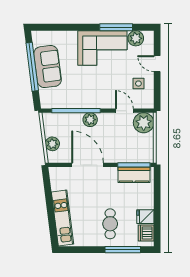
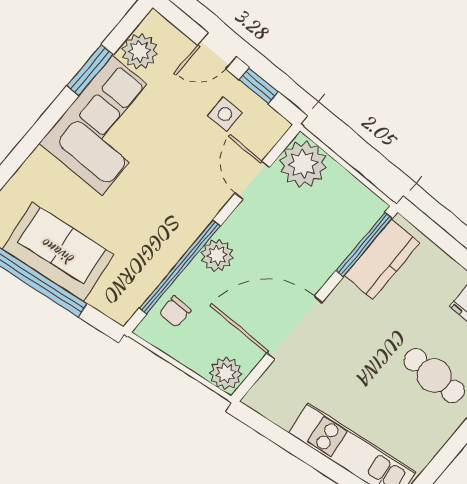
window: (116, 27) -> (90, 70), width x0.69
window: (157, 87) -> (259, 86), added
door: (124, 111) -> (252, 180), hinge flipped
chair: (60, 121) -> (175, 312), added
plant: (52, 144) -> (226, 373), moved

